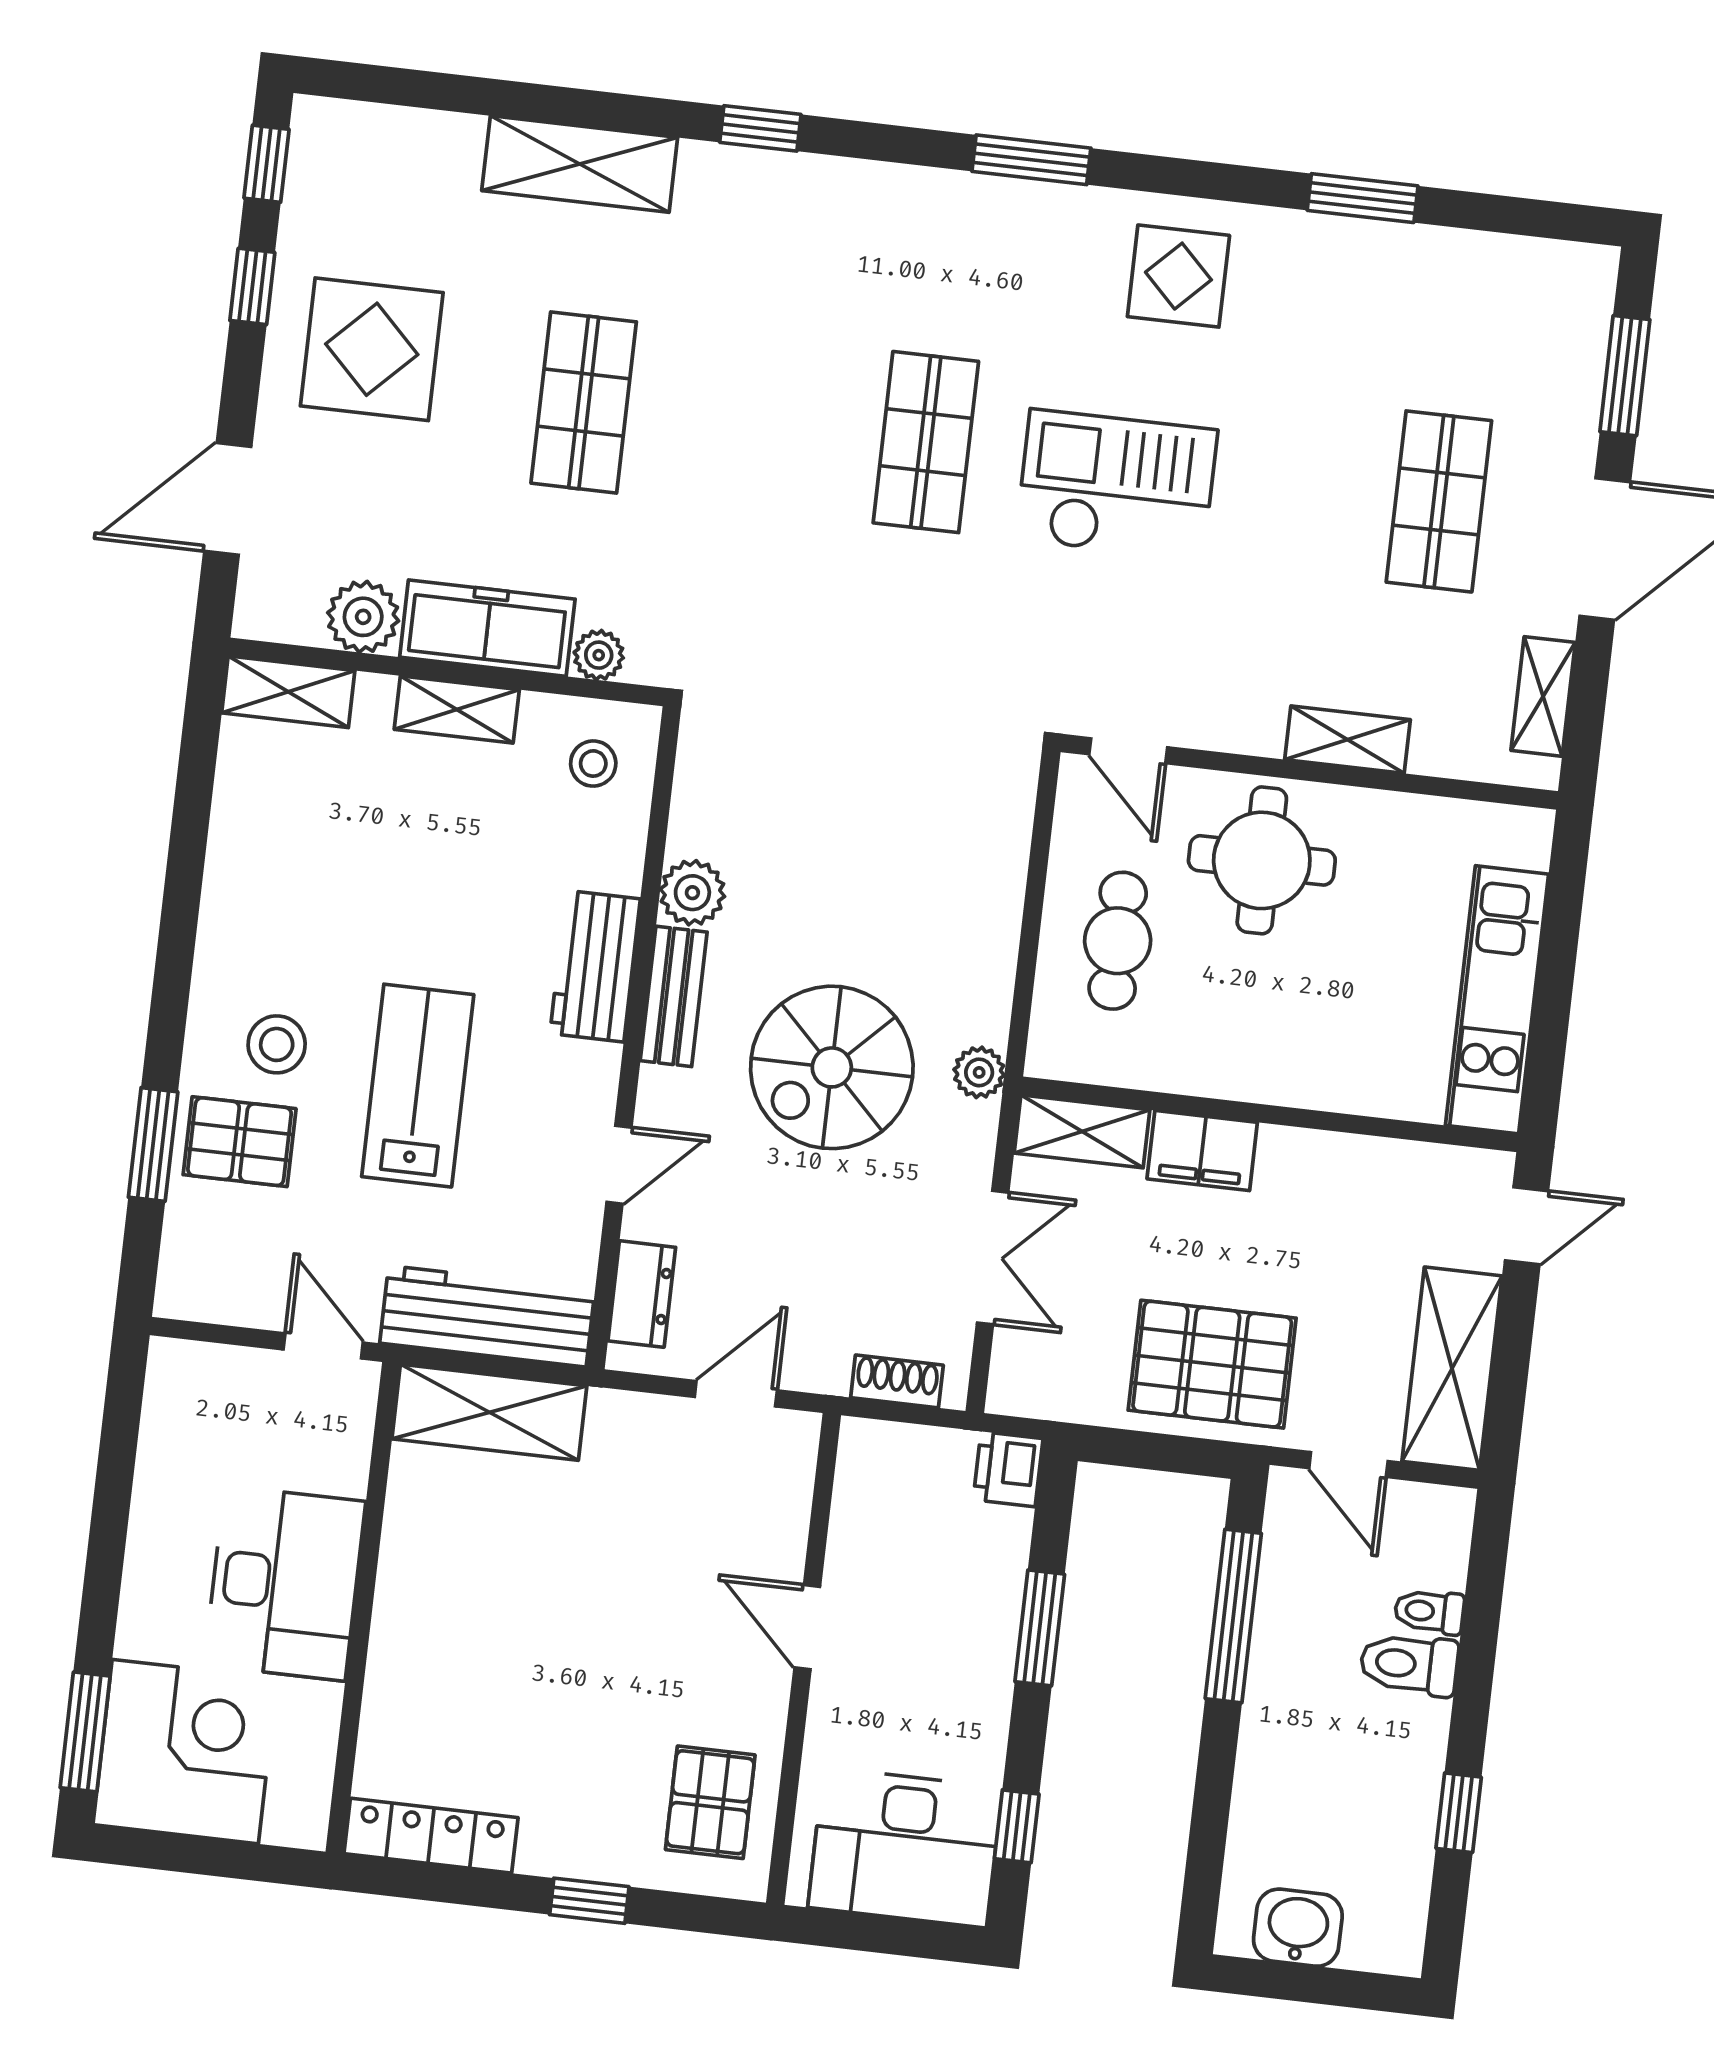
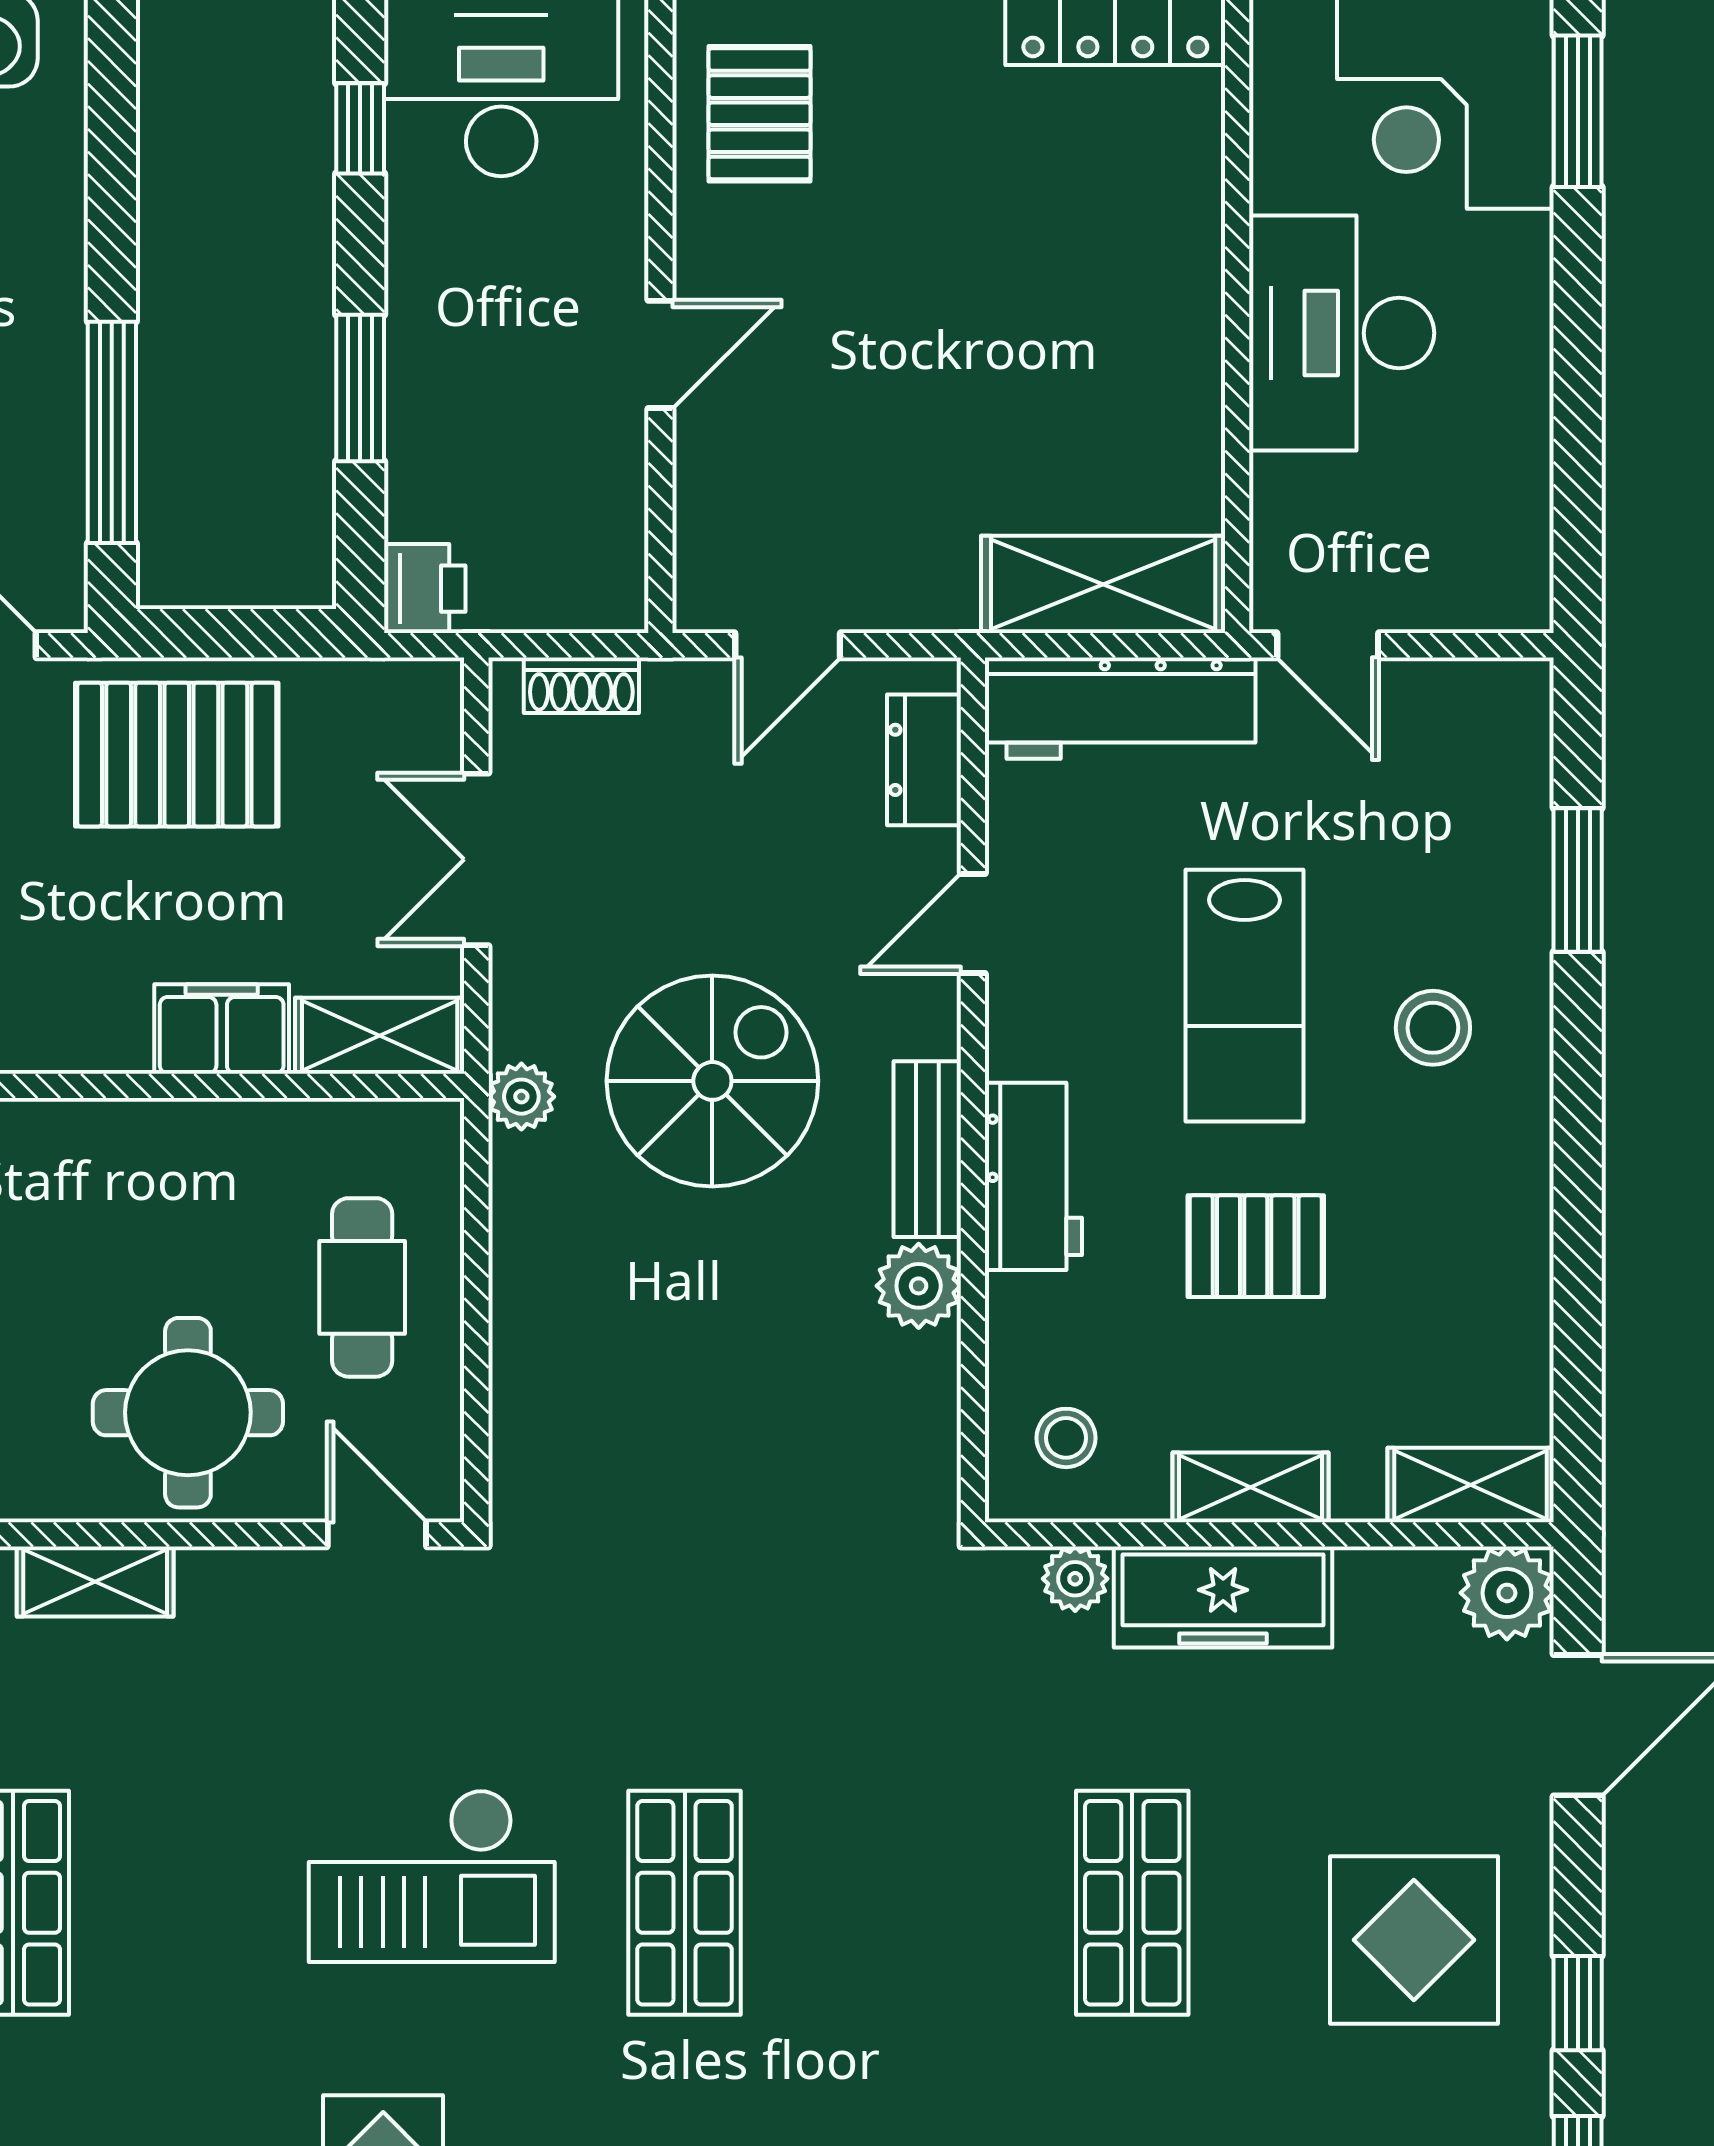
plant: (363, 617) -> (1507, 1593), moved
pallet: (240, 1142) -> (1256, 1246), moved
door: (807, 1627) -> (660, 354), hinge flipped

